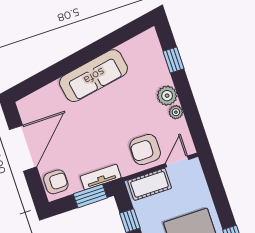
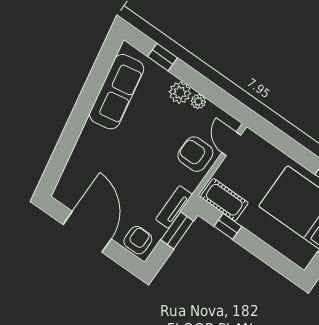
sofa: (94, 76) -> (117, 92), moved
armchair: (145, 150) -> (195, 154), turned 90
cot: (150, 184) -> (224, 200), moved, turned 90

